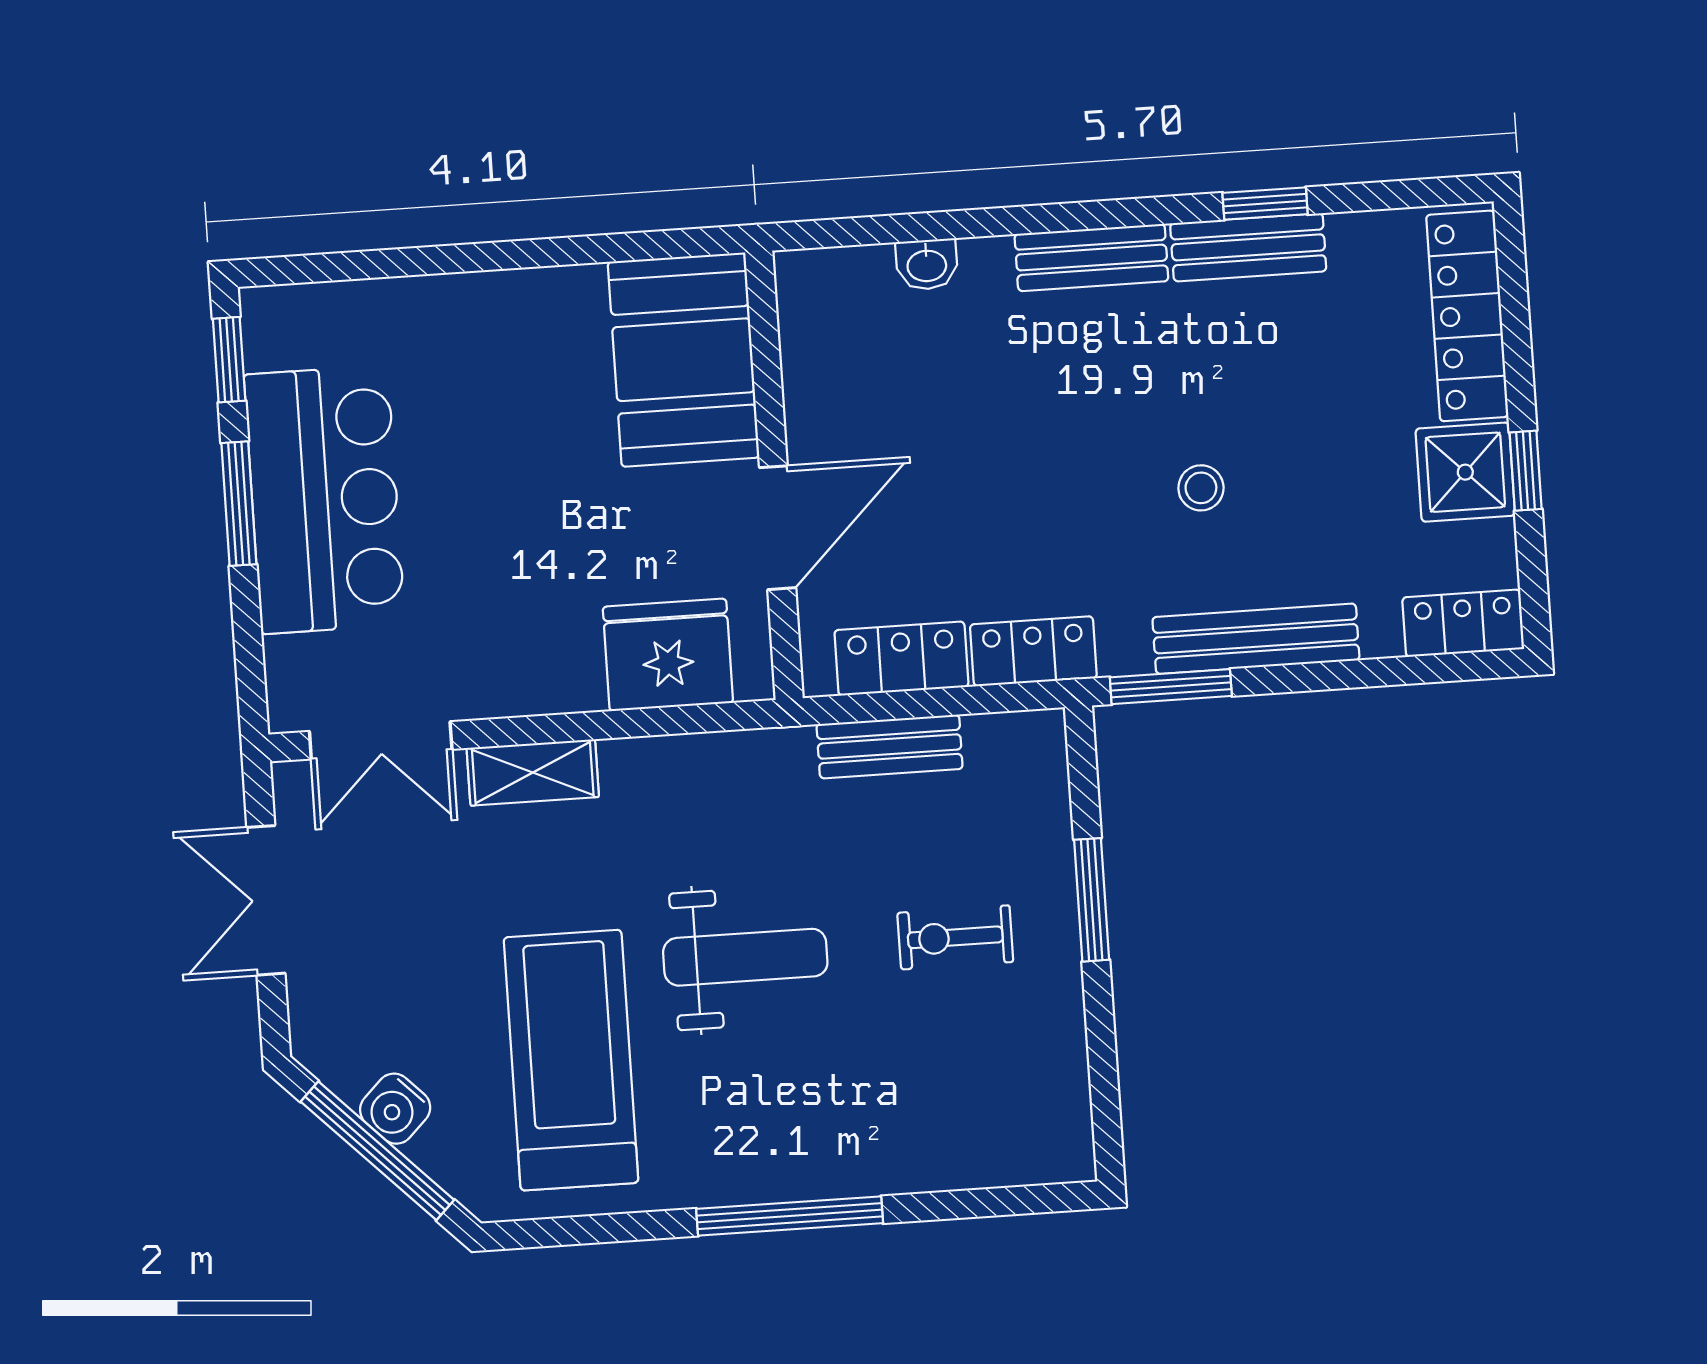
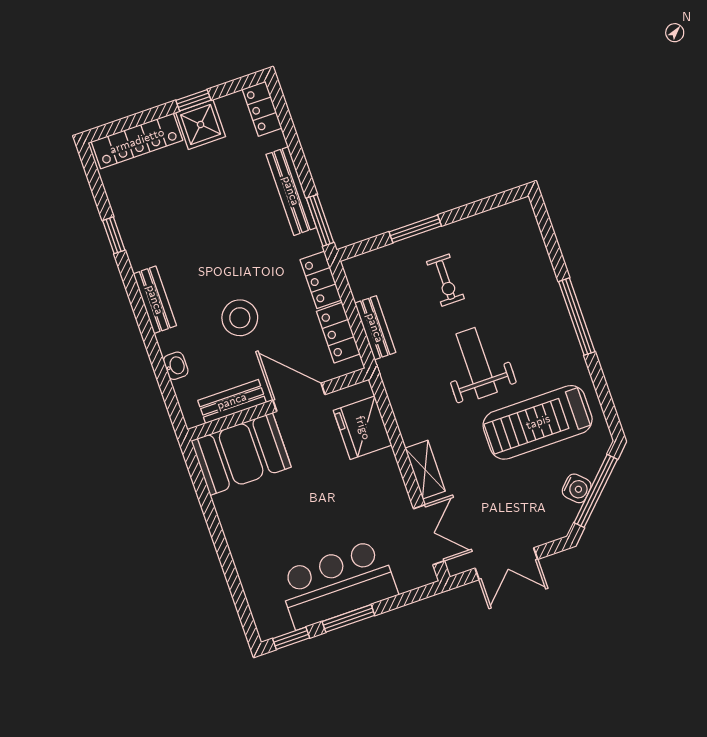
bench: (1248, 247) -> (232, 401), moved, turned 90
stool: (1201, 488) -> (240, 318), moved, width x1.89, depth x1.89

